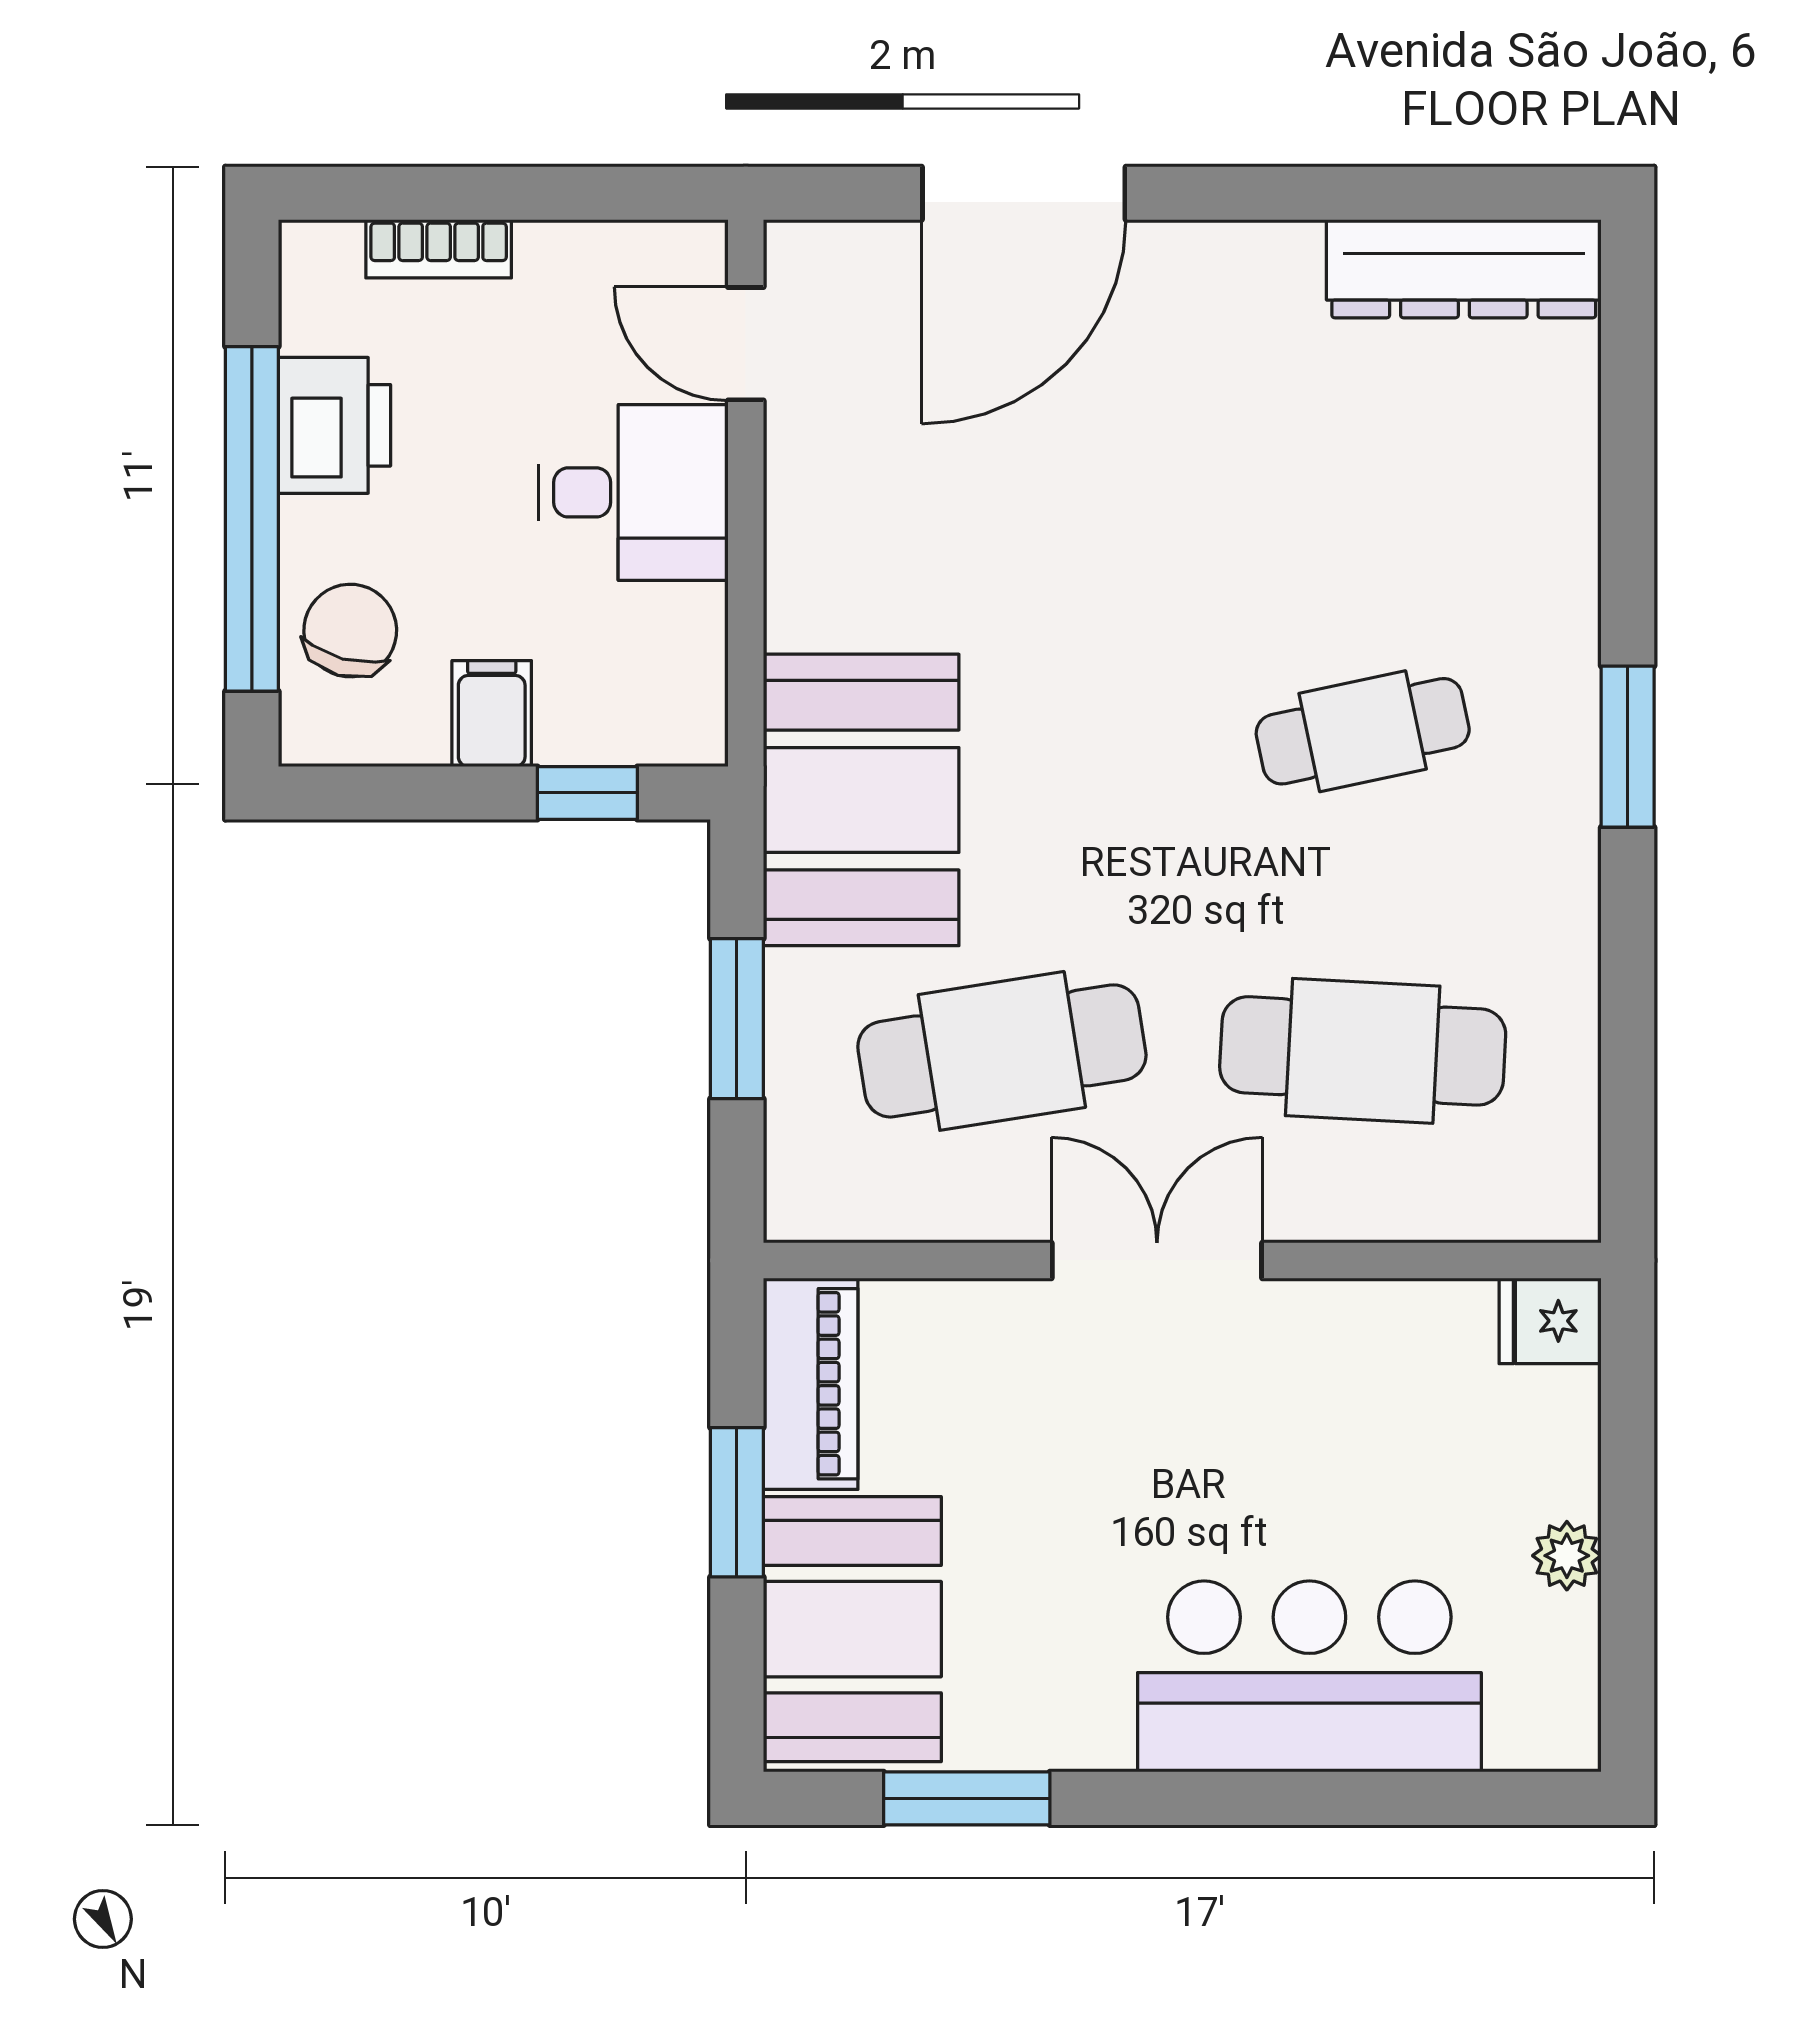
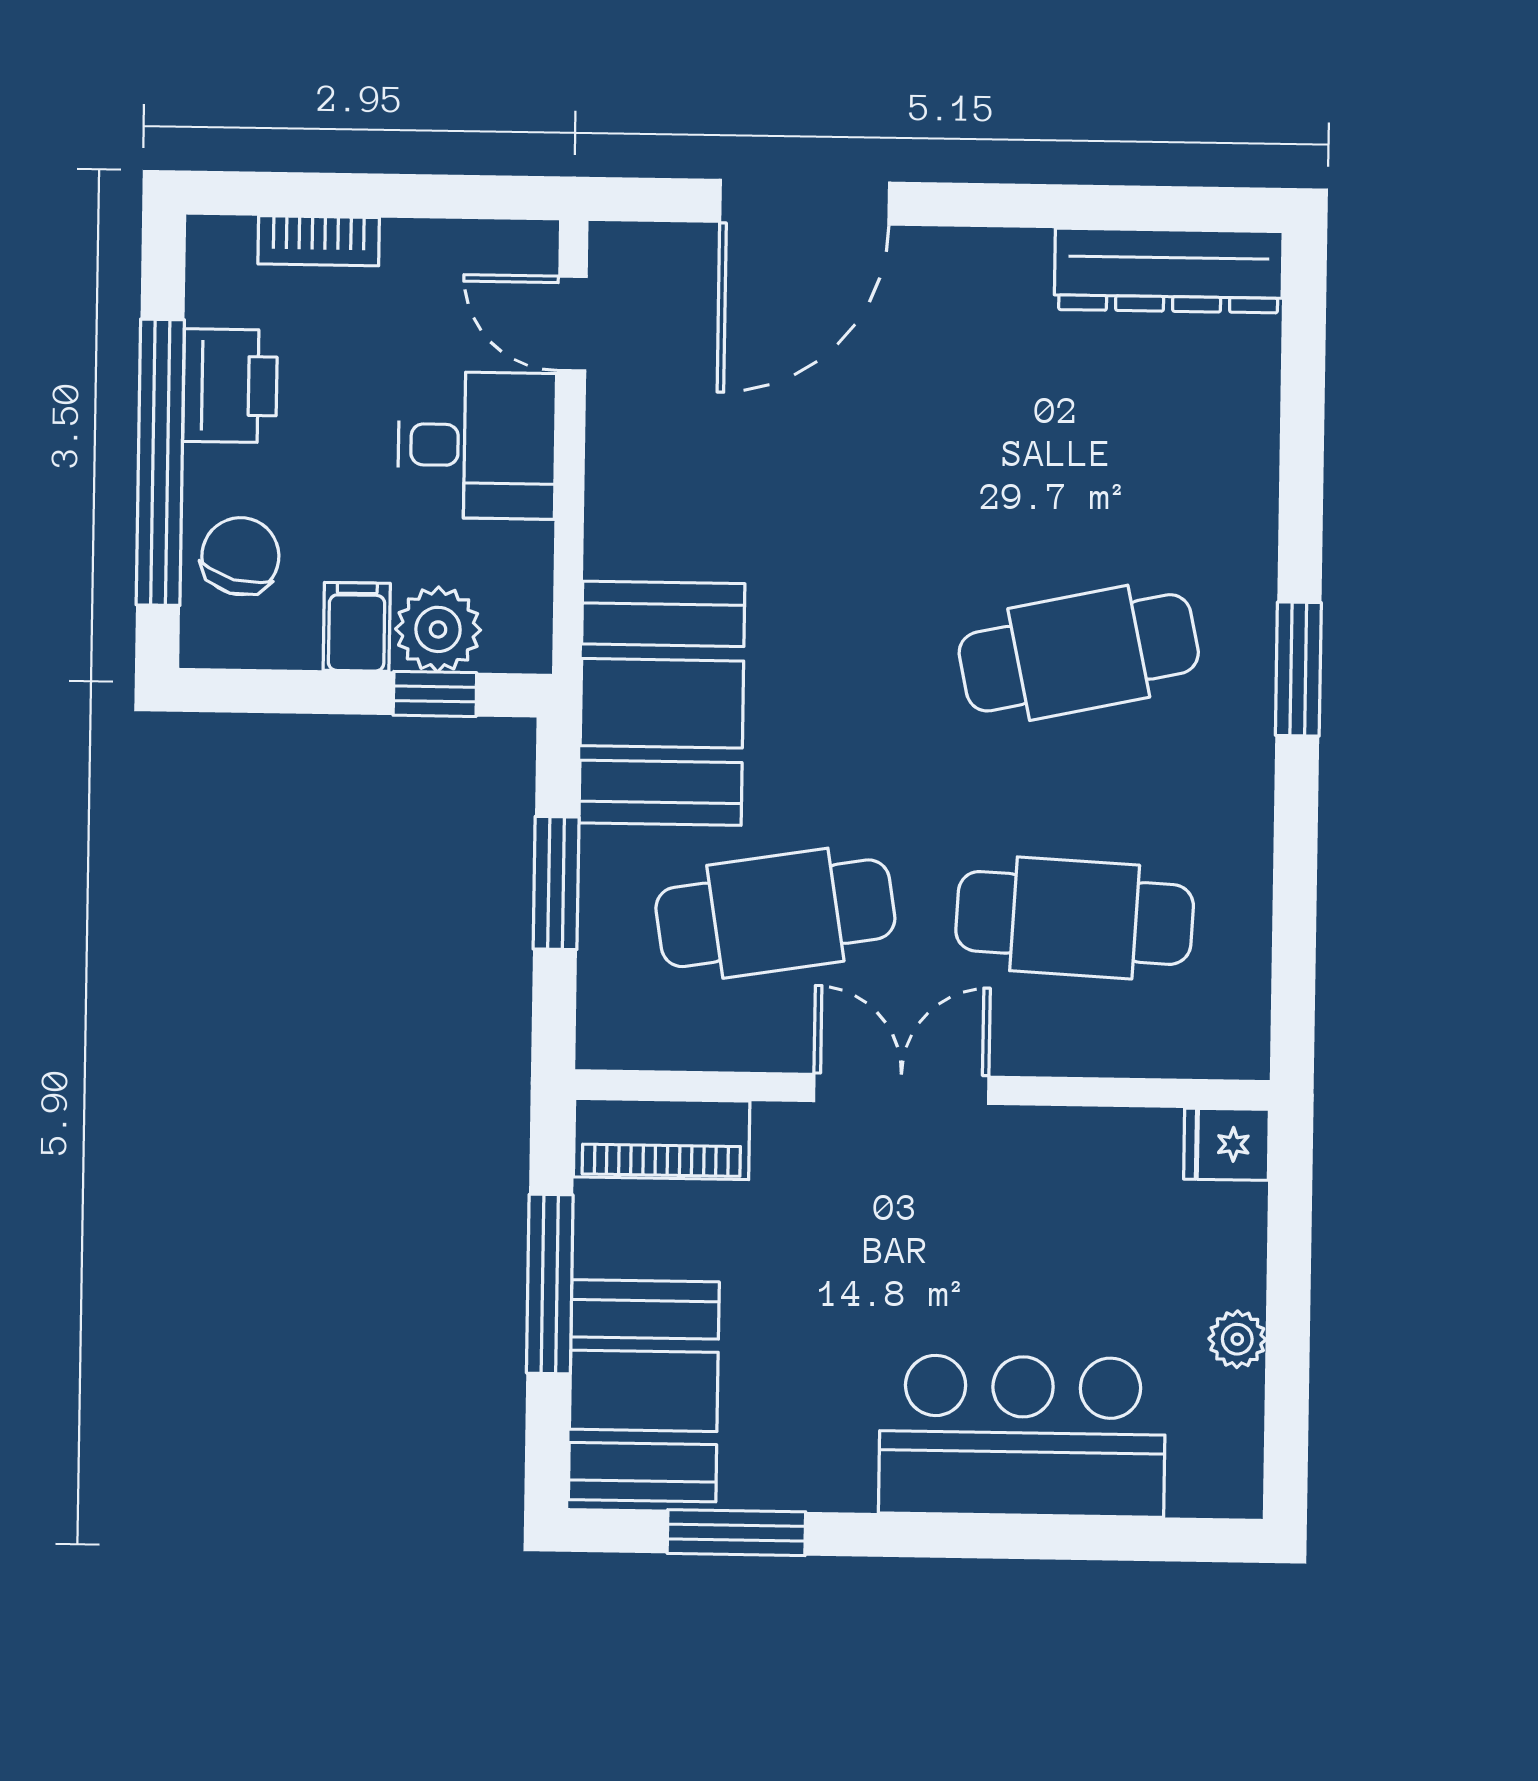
plant: (590, 715) -> (438, 629), added
cafe table: (1363, 731) -> (1079, 653), width x1.37, depth x1.35
piano: (811, 1384) -> (662, 1139), moved, turned 90
window: (737, 1502) -> (550, 1284), width x1.44

